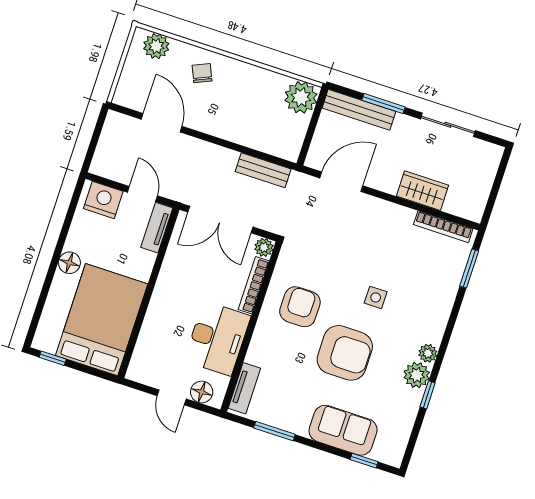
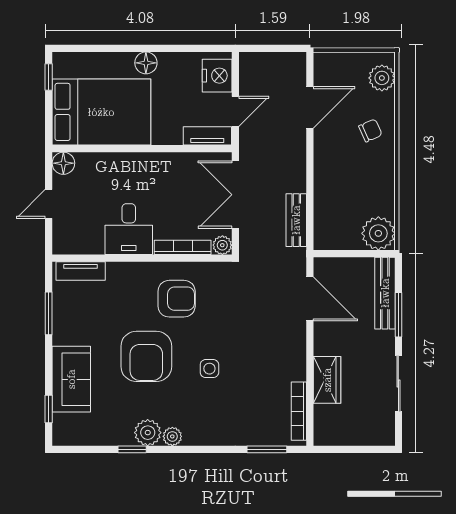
desk: (217, 338) -> (129, 229), width x0.73
floor lamp: (202, 392) -> (63, 163), moved

